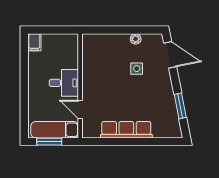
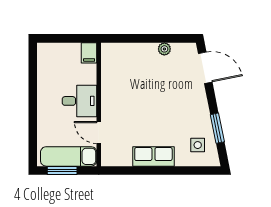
filing cabinet: (34, 42) -> (89, 53), moved
side table: (137, 69) -> (198, 145), moved
row of seats: (126, 130) -> (153, 156), width x0.68

